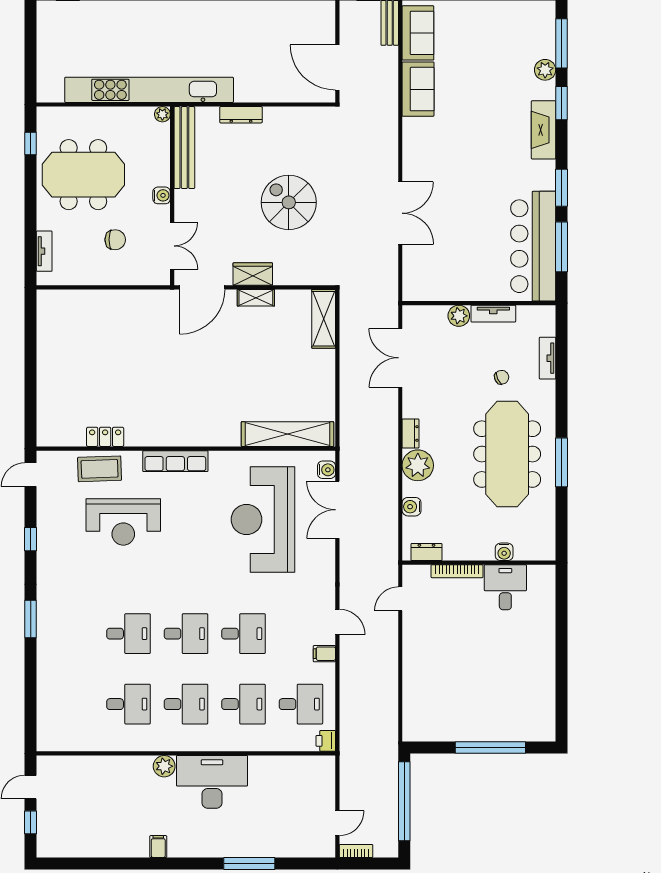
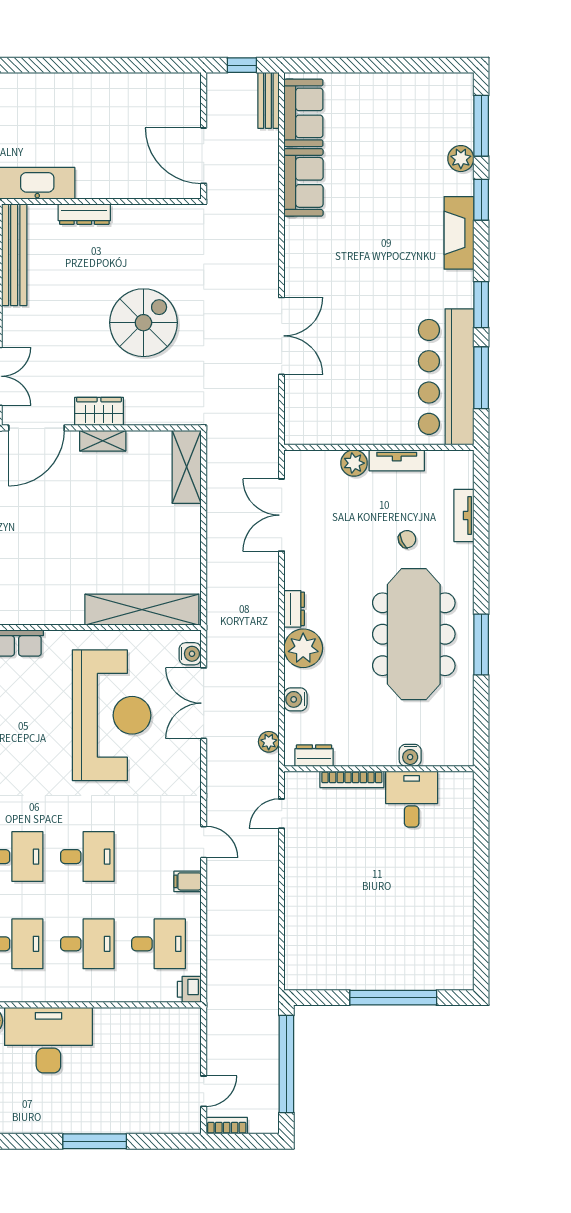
spiral stairs: (289, 202) -> (143, 323), turned 90
reception desk: (263, 519) -> (112, 715), turned 180
plant: (390, 541) -> (269, 742), added

